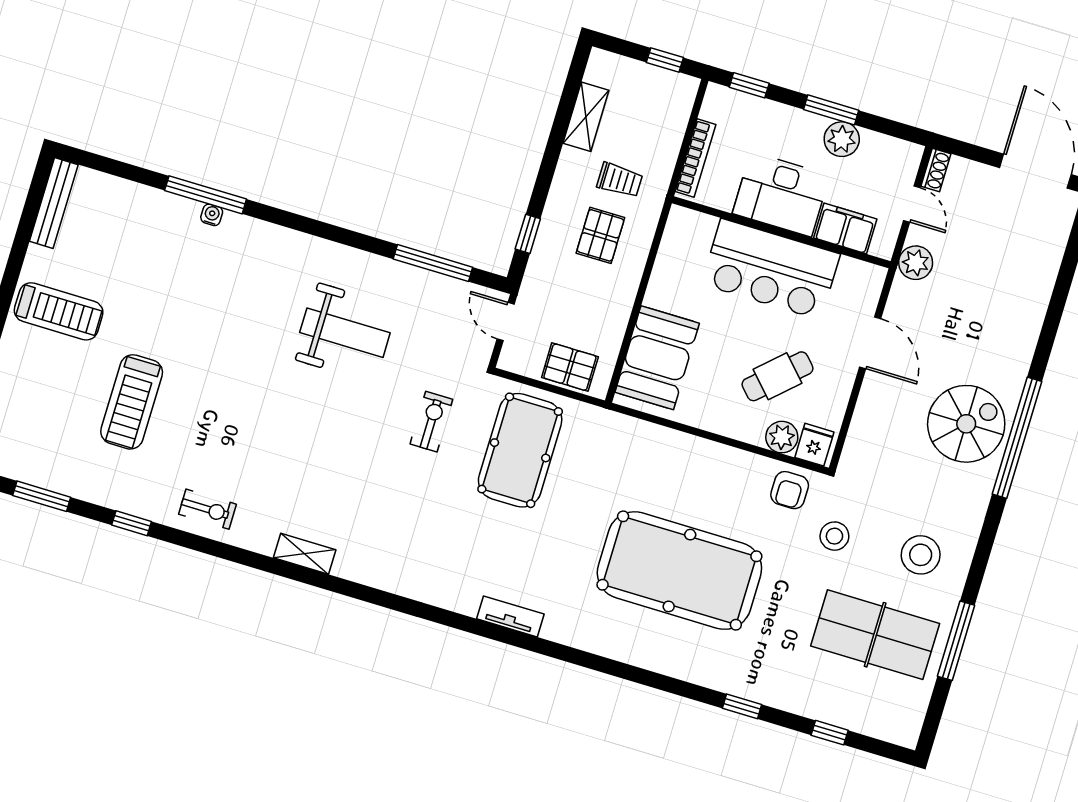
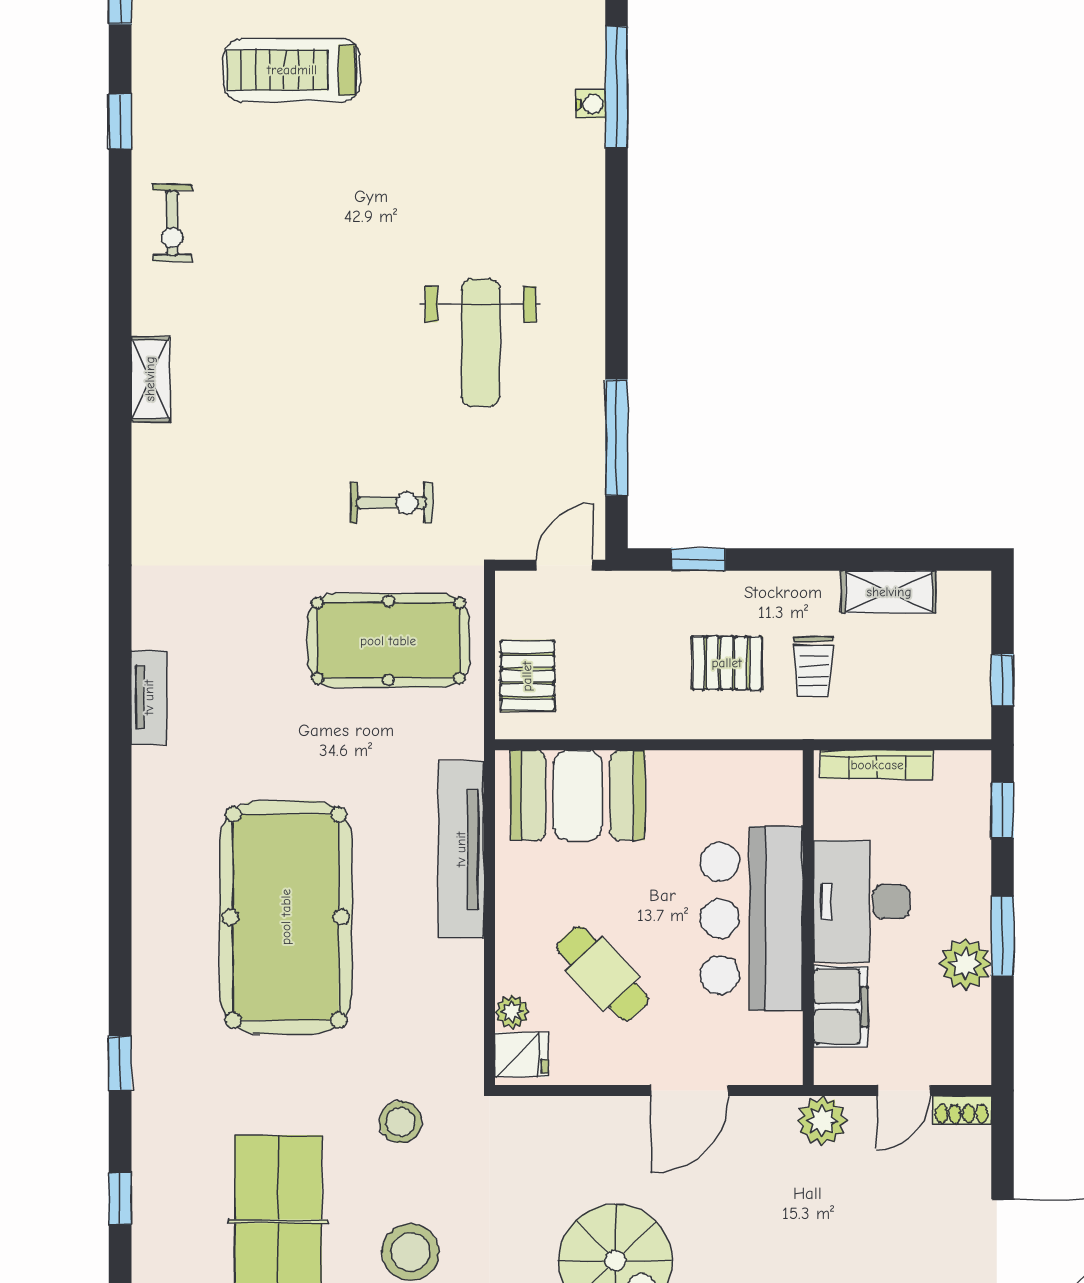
plant: (782, 437) -> (512, 1012), width x0.73, depth x0.73
tv unit: (670, 444) -> (461, 849), added
armchair: (790, 490) -> (447, 1039), removed

